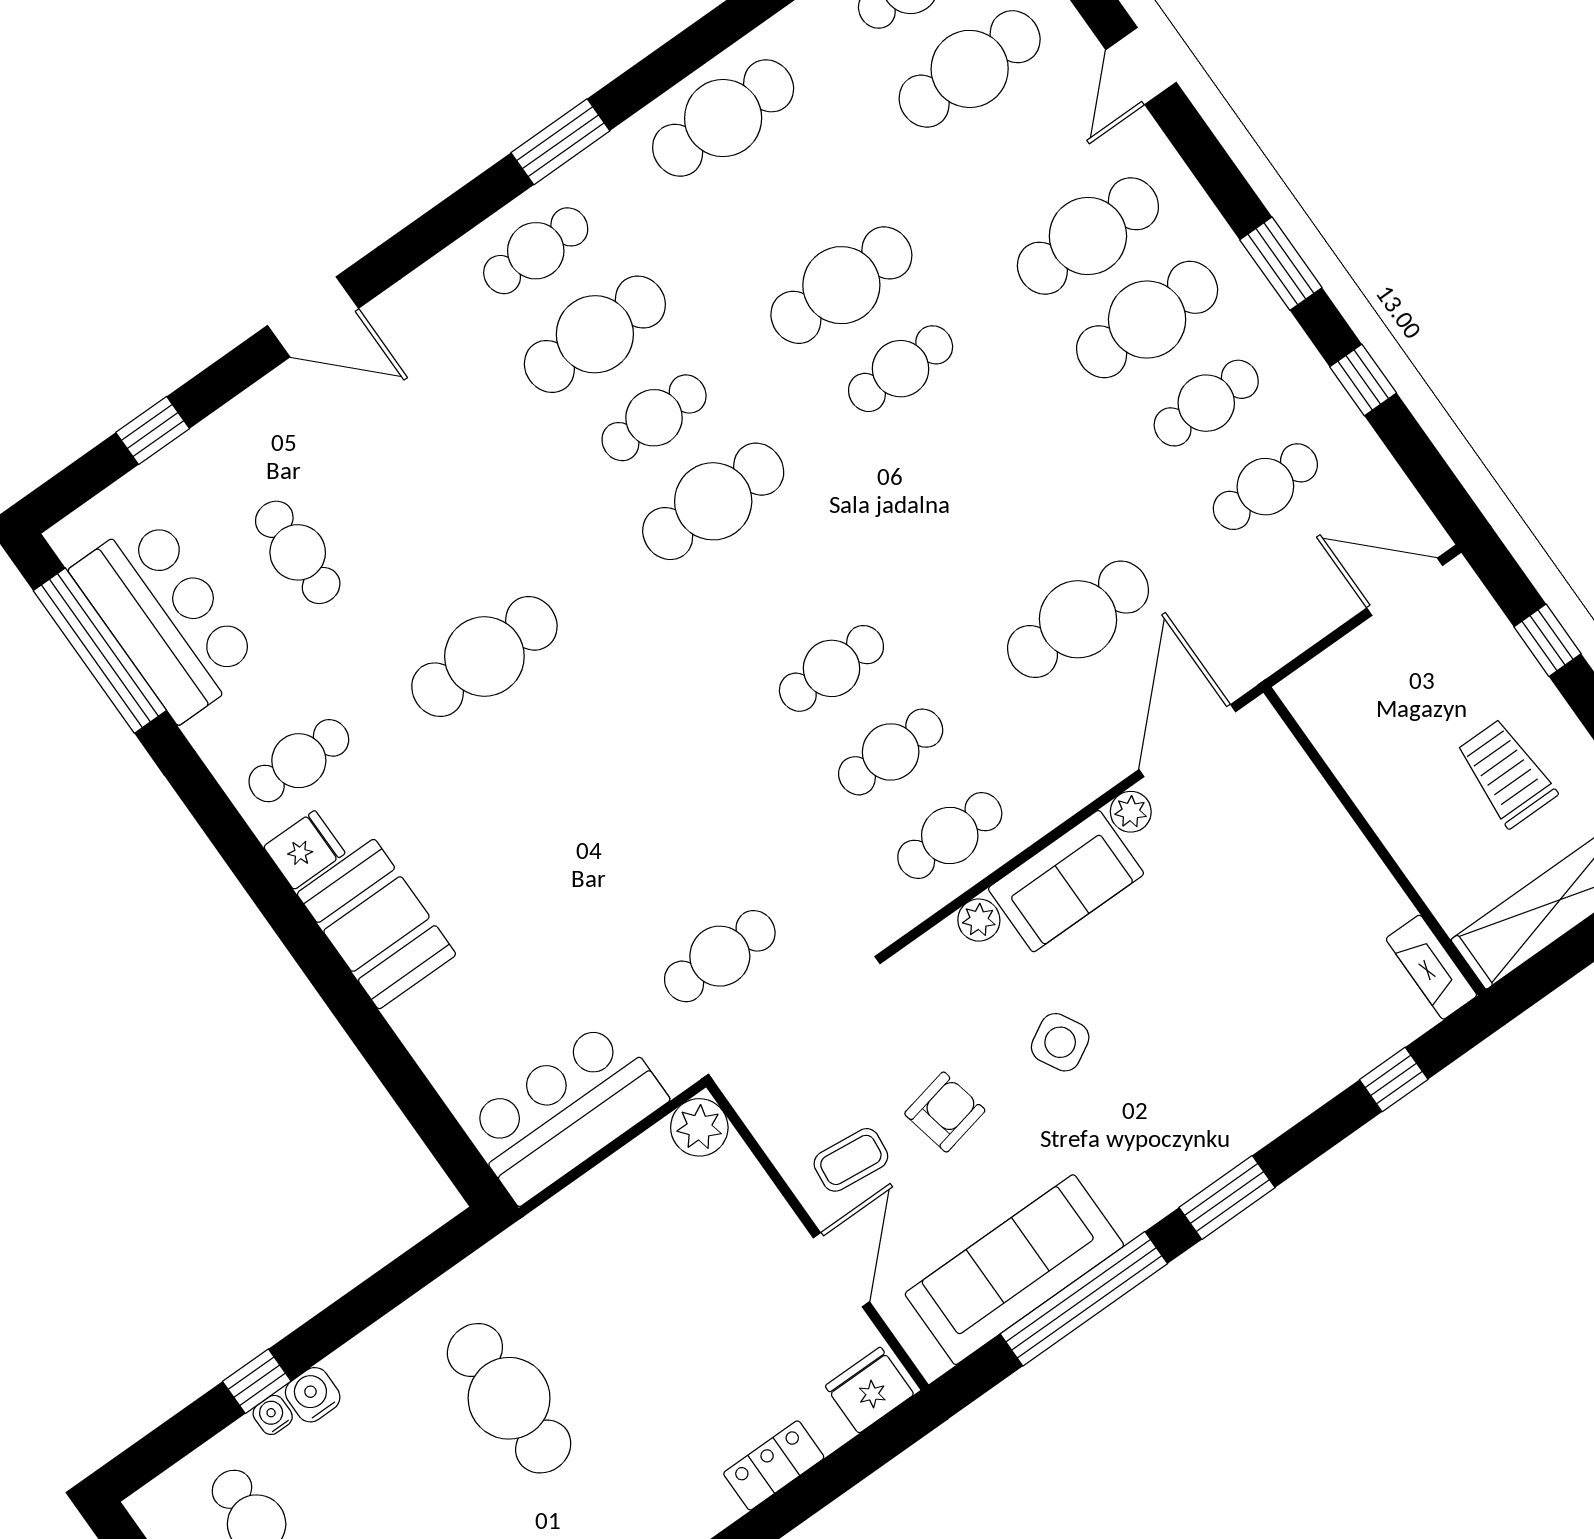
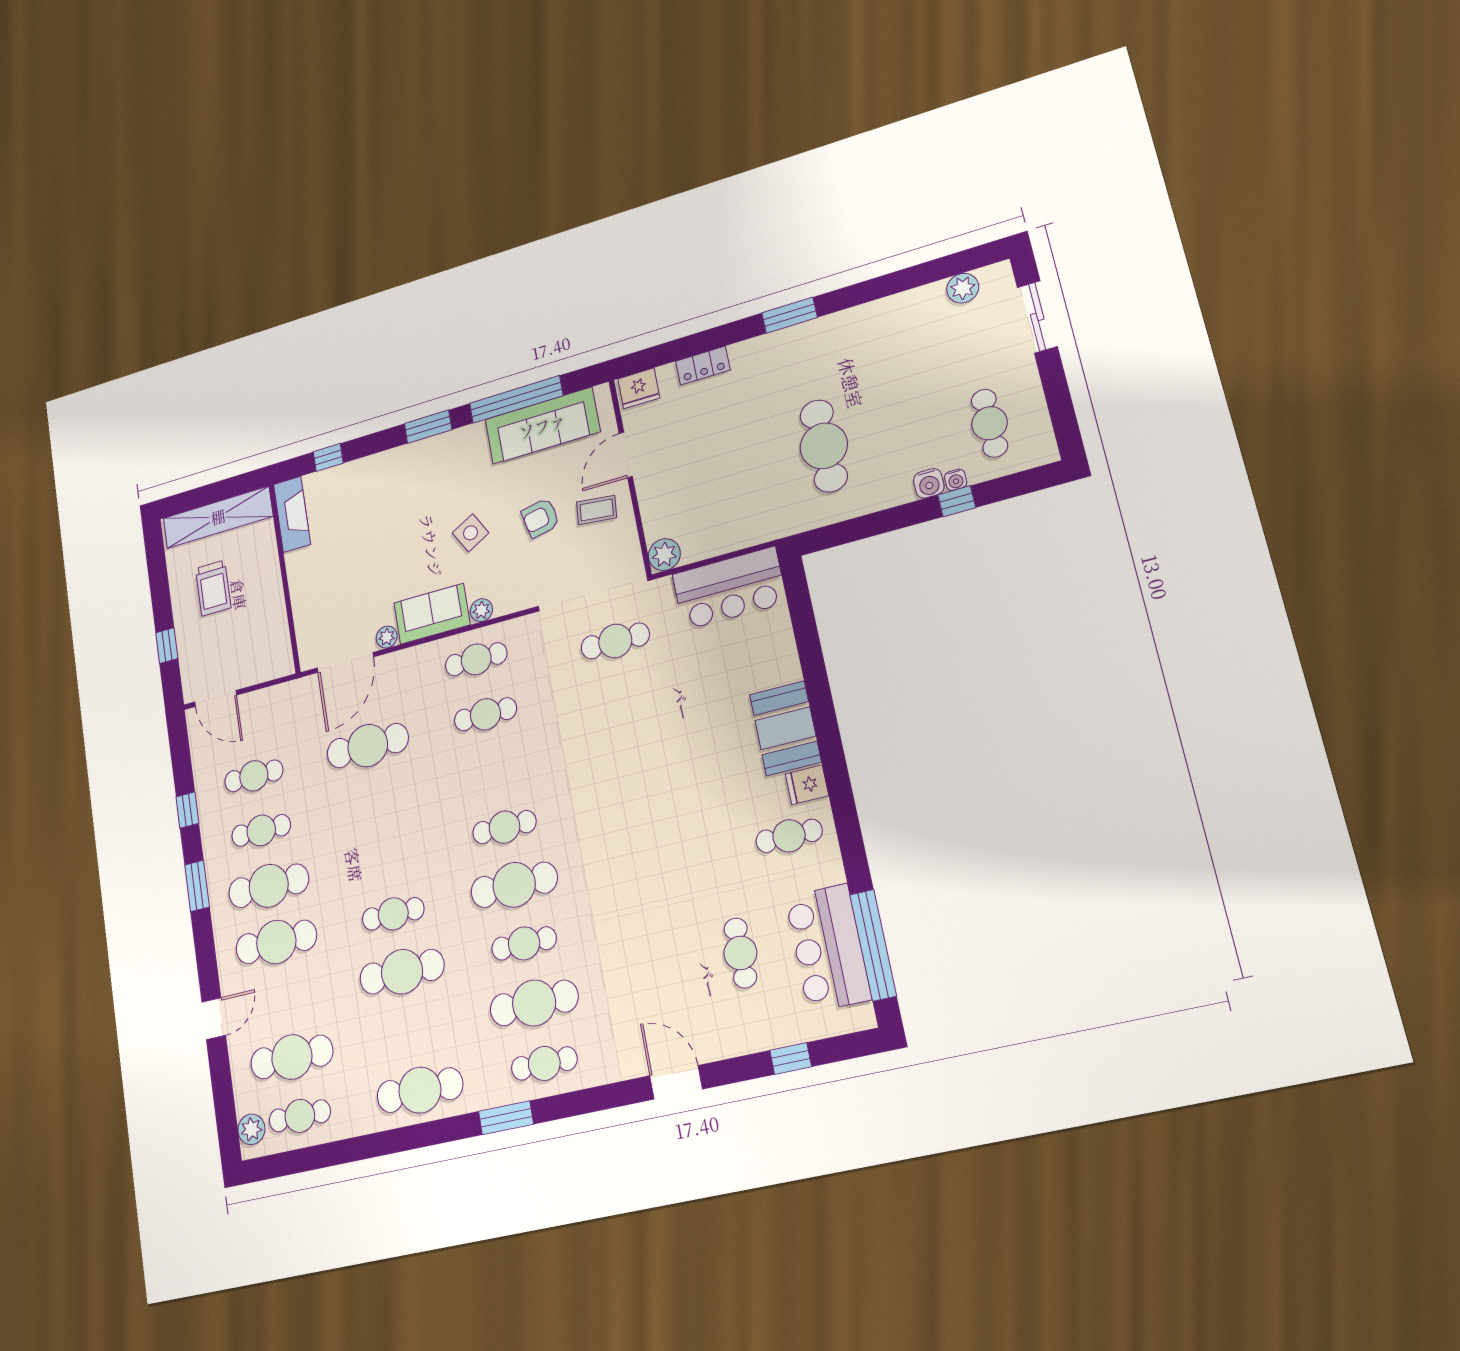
cafe table: (484, 657) -> (666, 852), removed
cafe table: (831, 668) -> (504, 827), moved
fireplace: (1431, 967) -> (292, 514), width x1.37, depth x1.32

